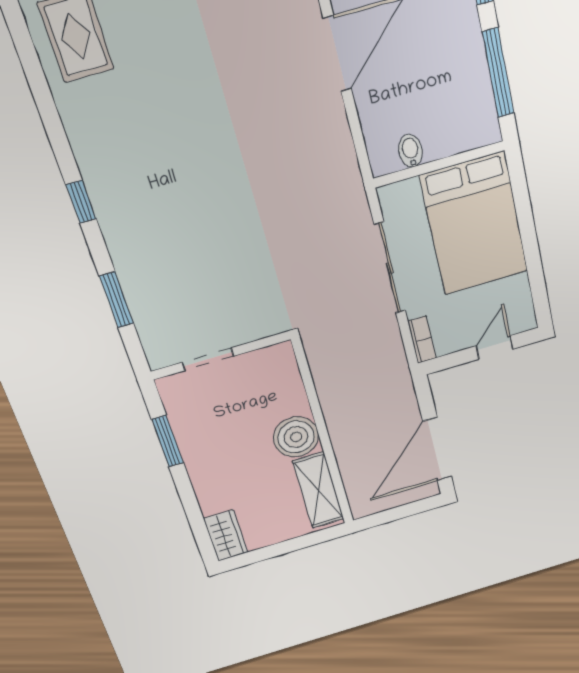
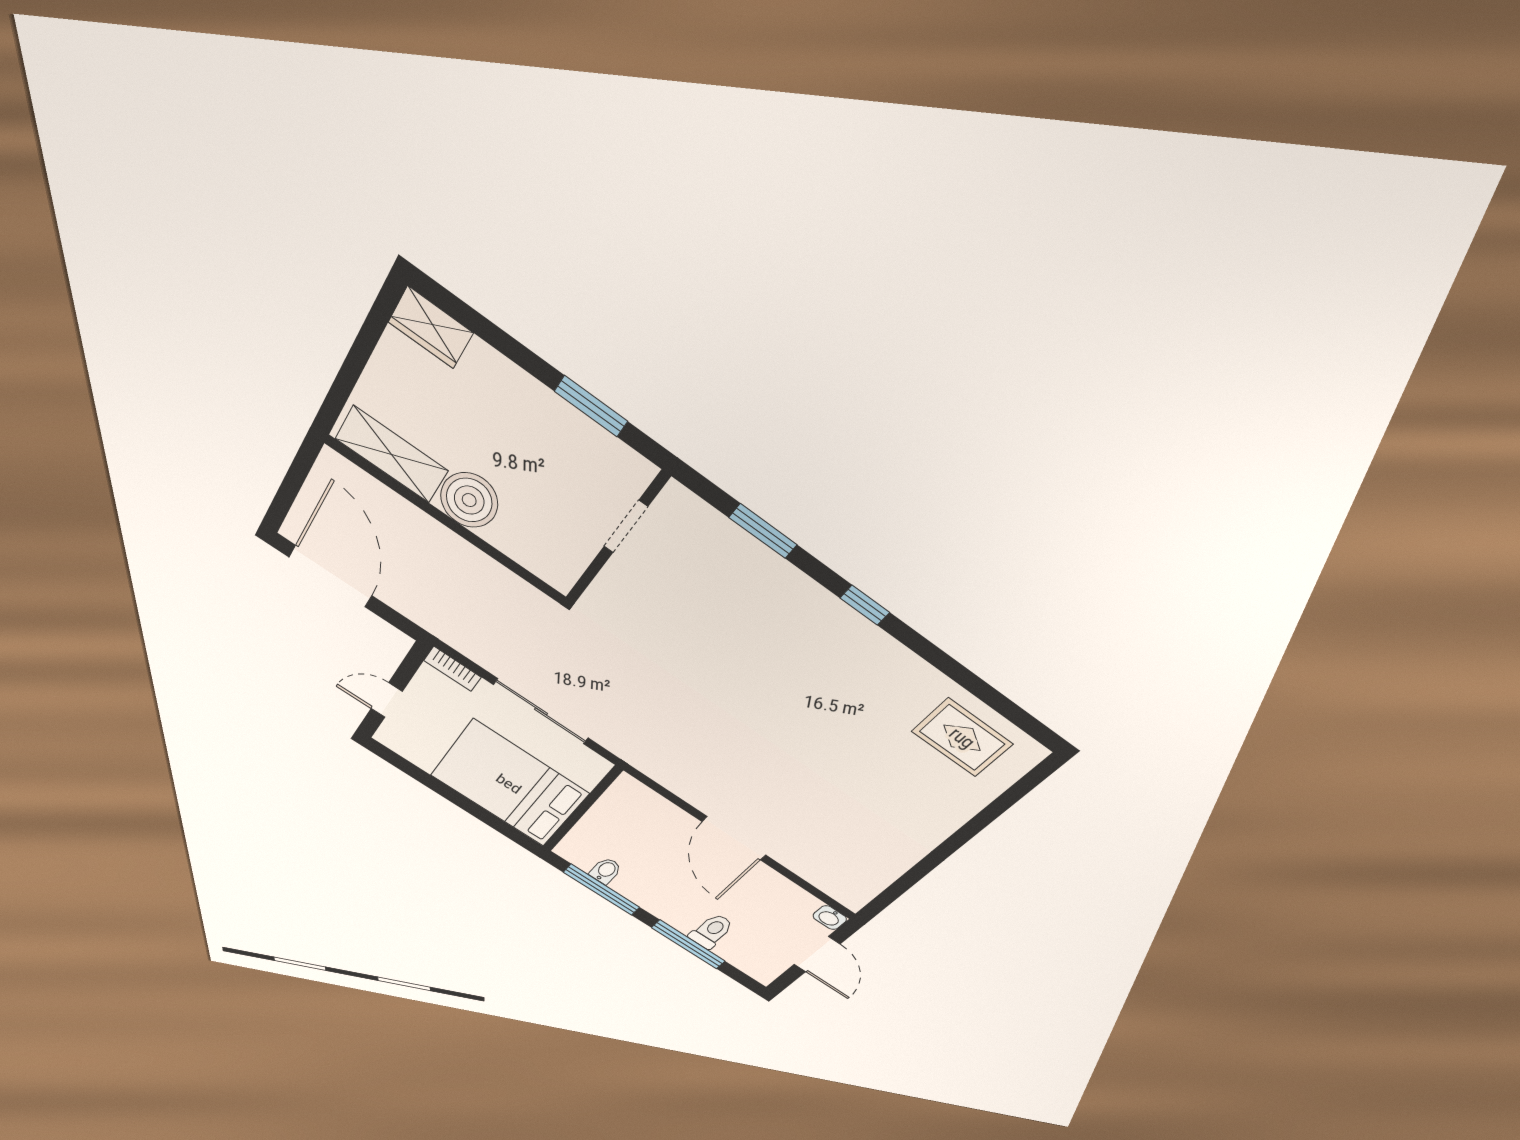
bidet: (411, 151) -> (606, 871), moved, turned -90
door: (494, 347) -> (387, 700), swing flipped

